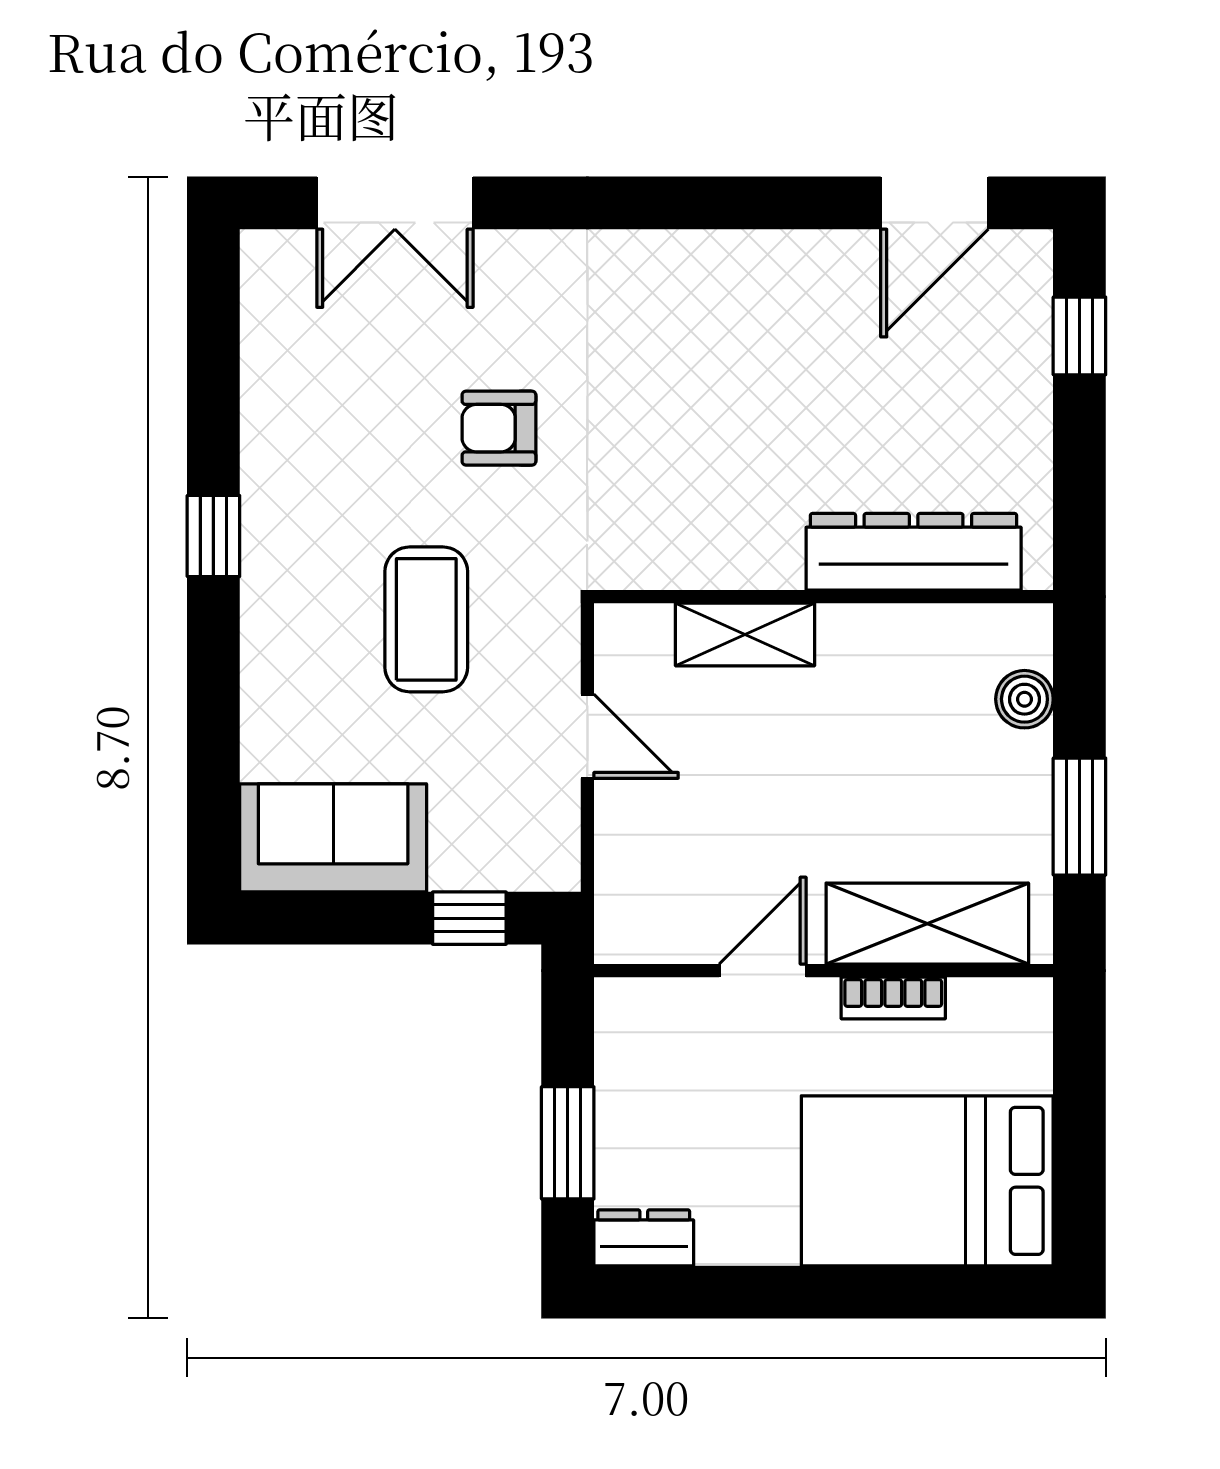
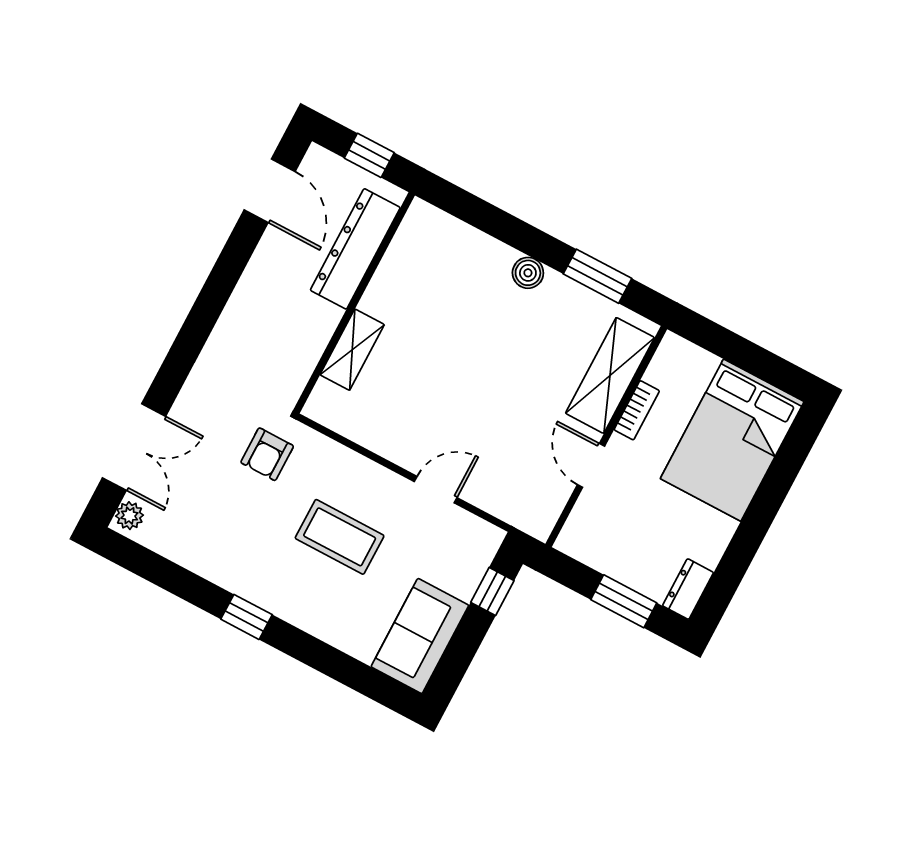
plant: (278, 255) -> (129, 516), added
dresser: (914, 552) -> (355, 249), moved
wall: (824, 597) -> (354, 303), moved
shelving: (745, 634) -> (352, 350), moved

